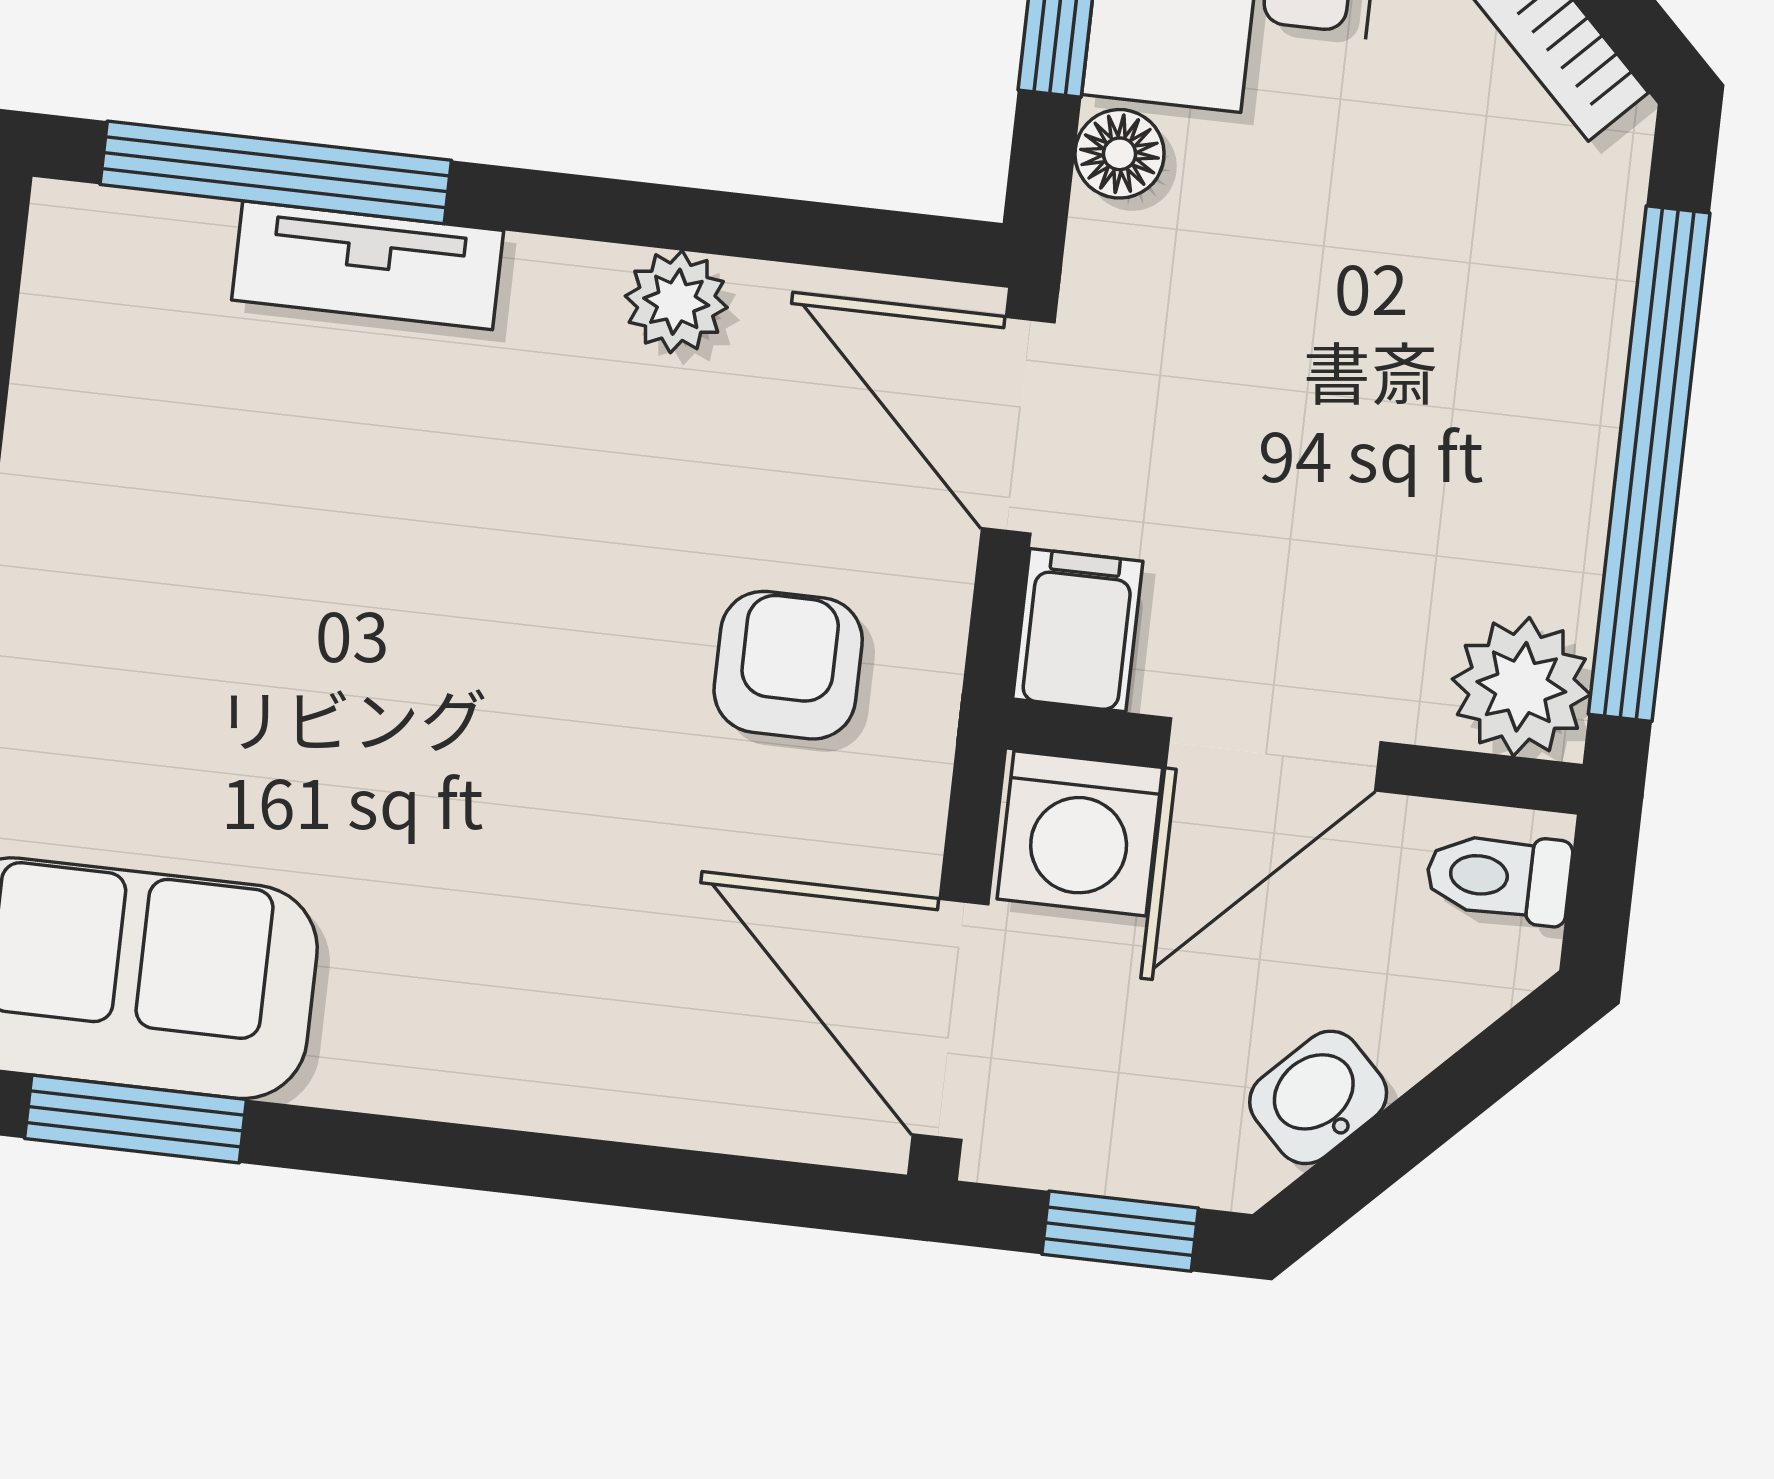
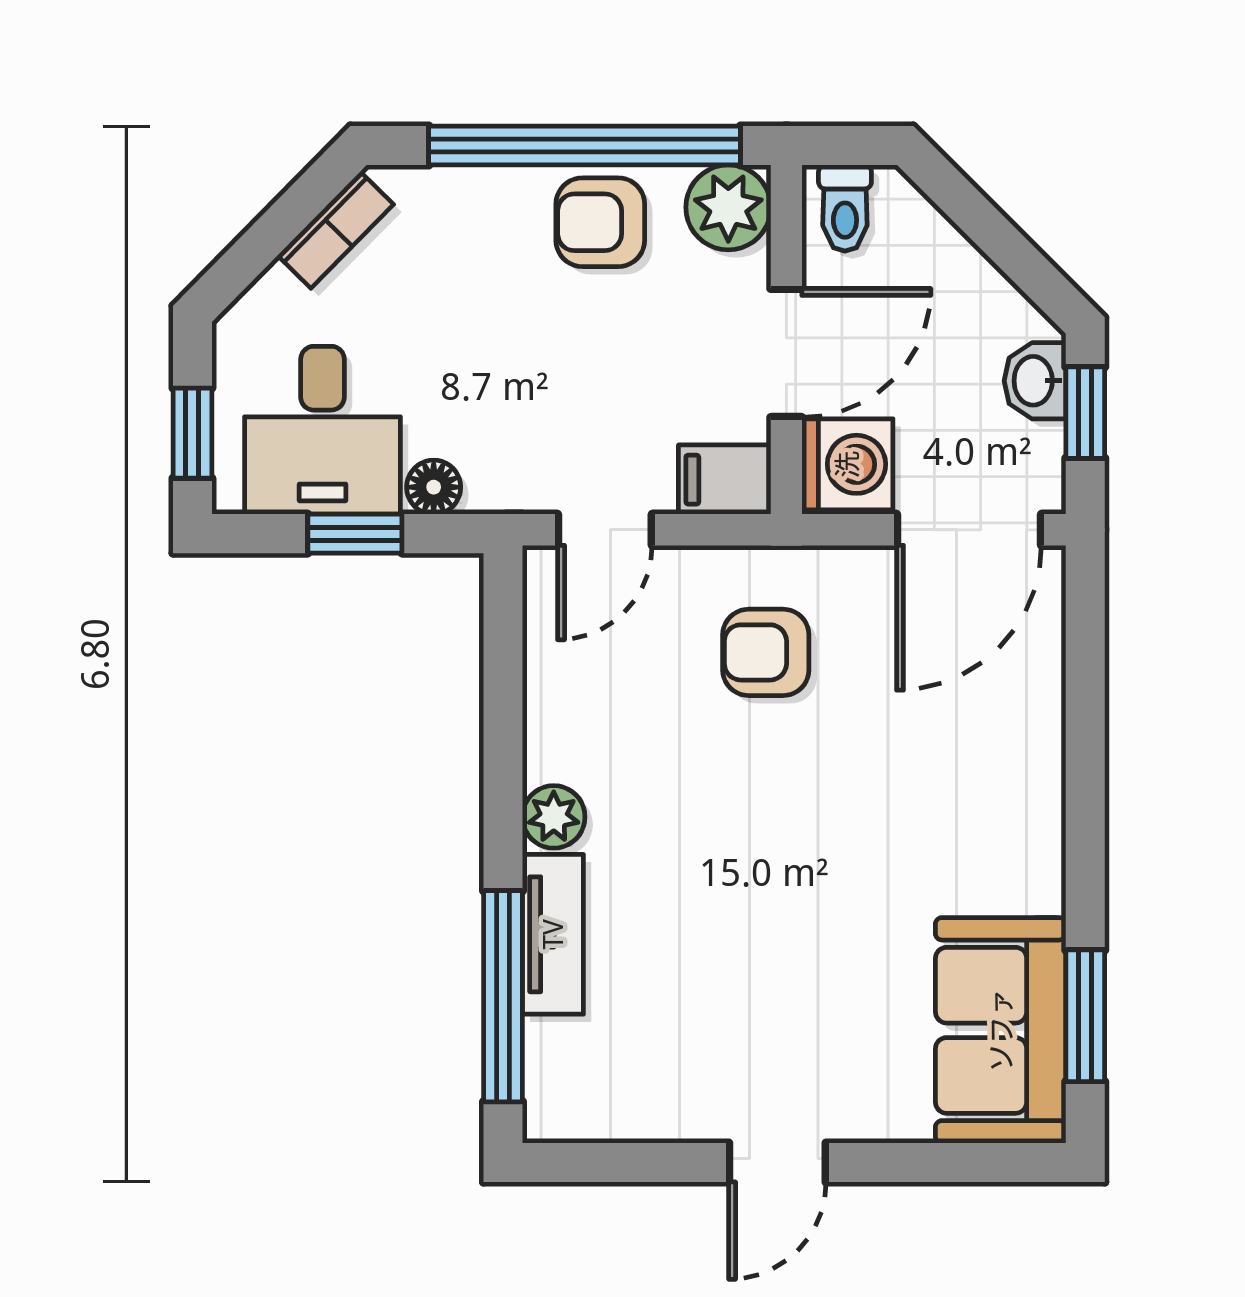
plant: (676, 302) -> (554, 817), moved
door: (1018, 425) -> (605, 530), width x0.73
armchair: (1521, 475) -> (600, 222), added
door: (1273, 754) -> (786, 353), hinge flipped
washbasin: (1318, 1097) -> (1035, 381), moved, turned 45

